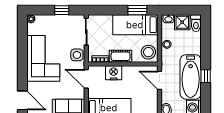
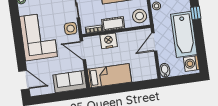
window: (206, 76) -> (196, 13), moved
door: (160, 80) -> (154, 42), hinge flipped

